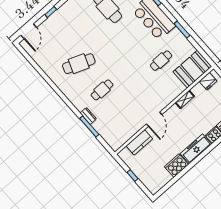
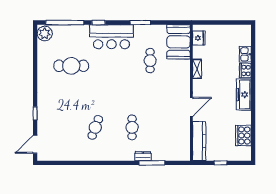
door: (29, 31) -> (35, 144), swing flipped
cafe table: (79, 64) -> (95, 127), width x0.73, depth x0.74
door: (154, 119) -> (191, 107), hinge flipped
kitchen counter: (139, 142) -> (199, 141), width x1.50
cooker: (176, 166) -> (243, 135), moved

